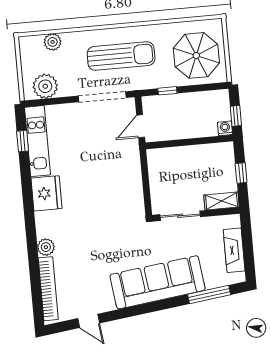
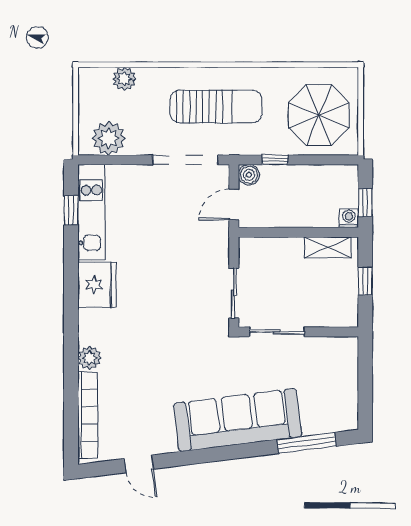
boiler: (150, 103) -> (249, 175), added
sliding door: (146, 190) -> (234, 293), added
shelving: (222, 201) -> (328, 247), moved
fireplace: (234, 250) -> (346, 386), removed

